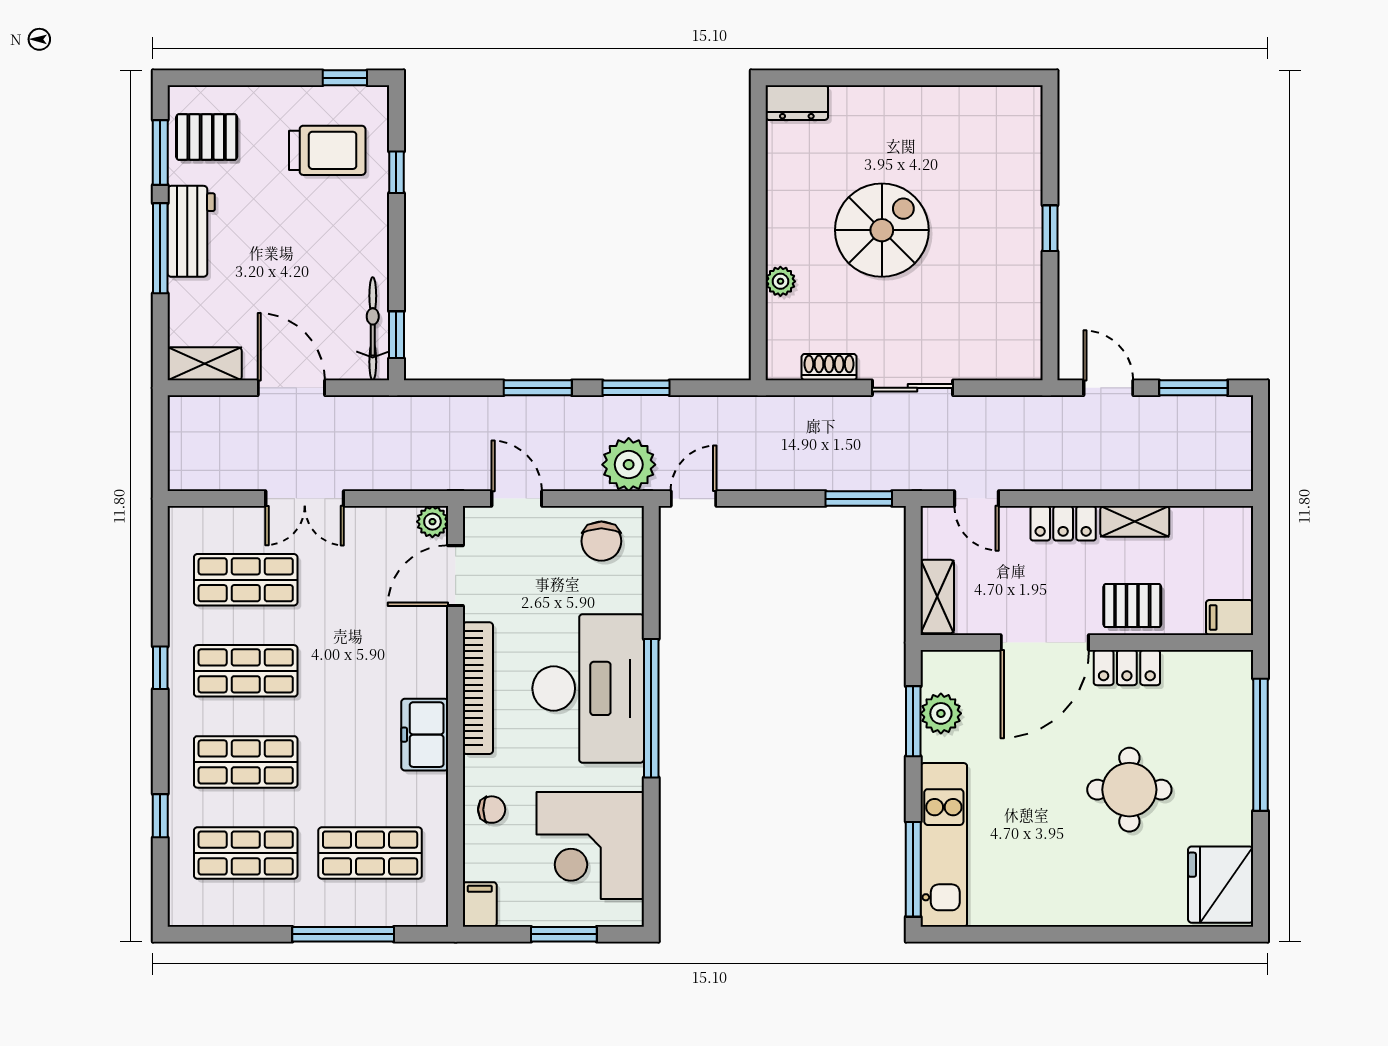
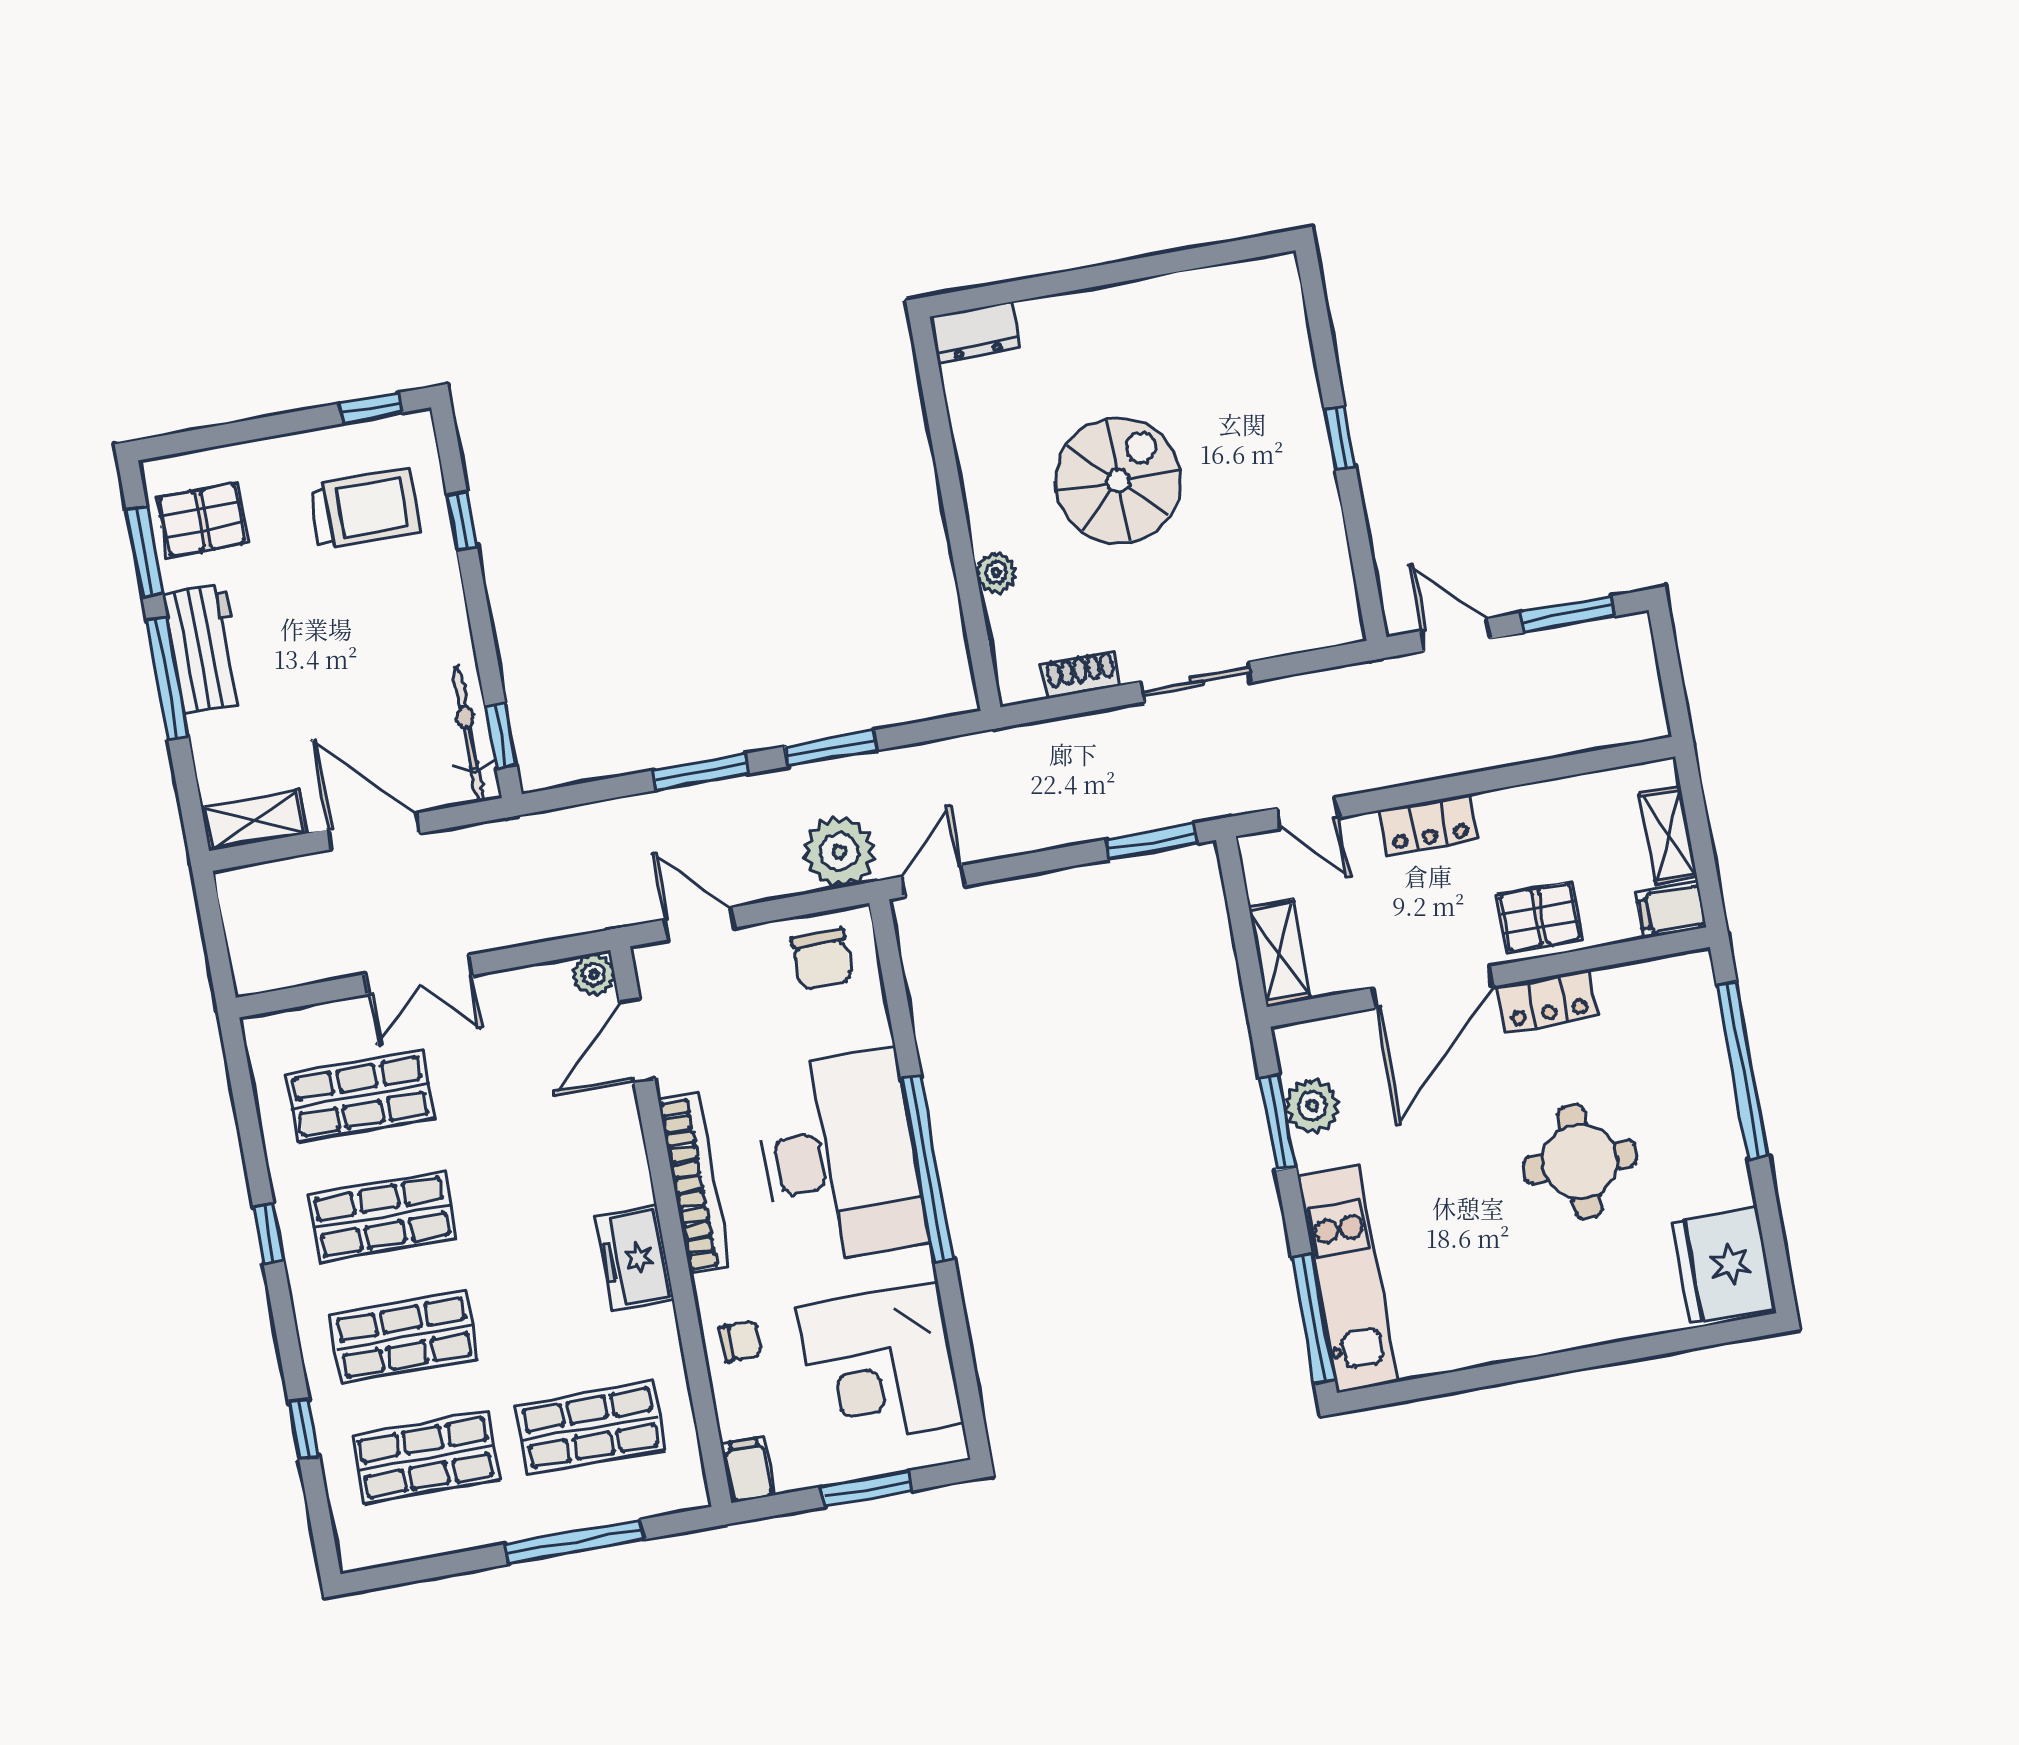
shelving: (1135, 521) -> (1669, 835), moved, turned 90

